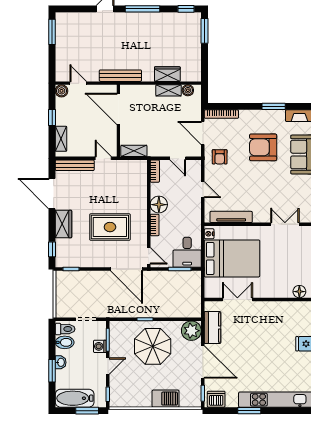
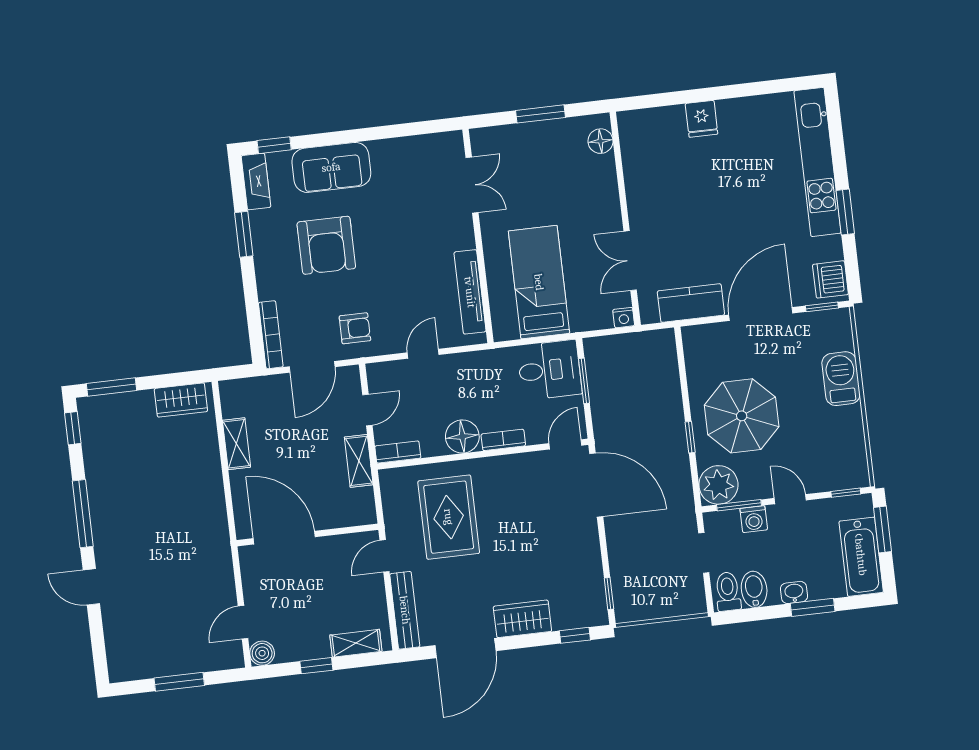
window: (52, 32) -> (179, 682), moved
wardrobe: (167, 74) -> (181, 400), moved, turned -90
bench: (120, 76) -> (219, 541), removed
boiler: (188, 90) -> (232, 406), removed
door: (118, 109) -> (284, 538), swing flipped
shelving: (134, 151) -> (359, 461), moved
double door: (285, 224) -> (472, 185), swing flipped
rug: (110, 227) -> (449, 517), moved
nightstand: (209, 234) -> (624, 318), moved
bed: (232, 258) -> (539, 282), width x0.67
door: (126, 269) -> (596, 485), hinge flipped
plant: (191, 331) -> (718, 485), moved

